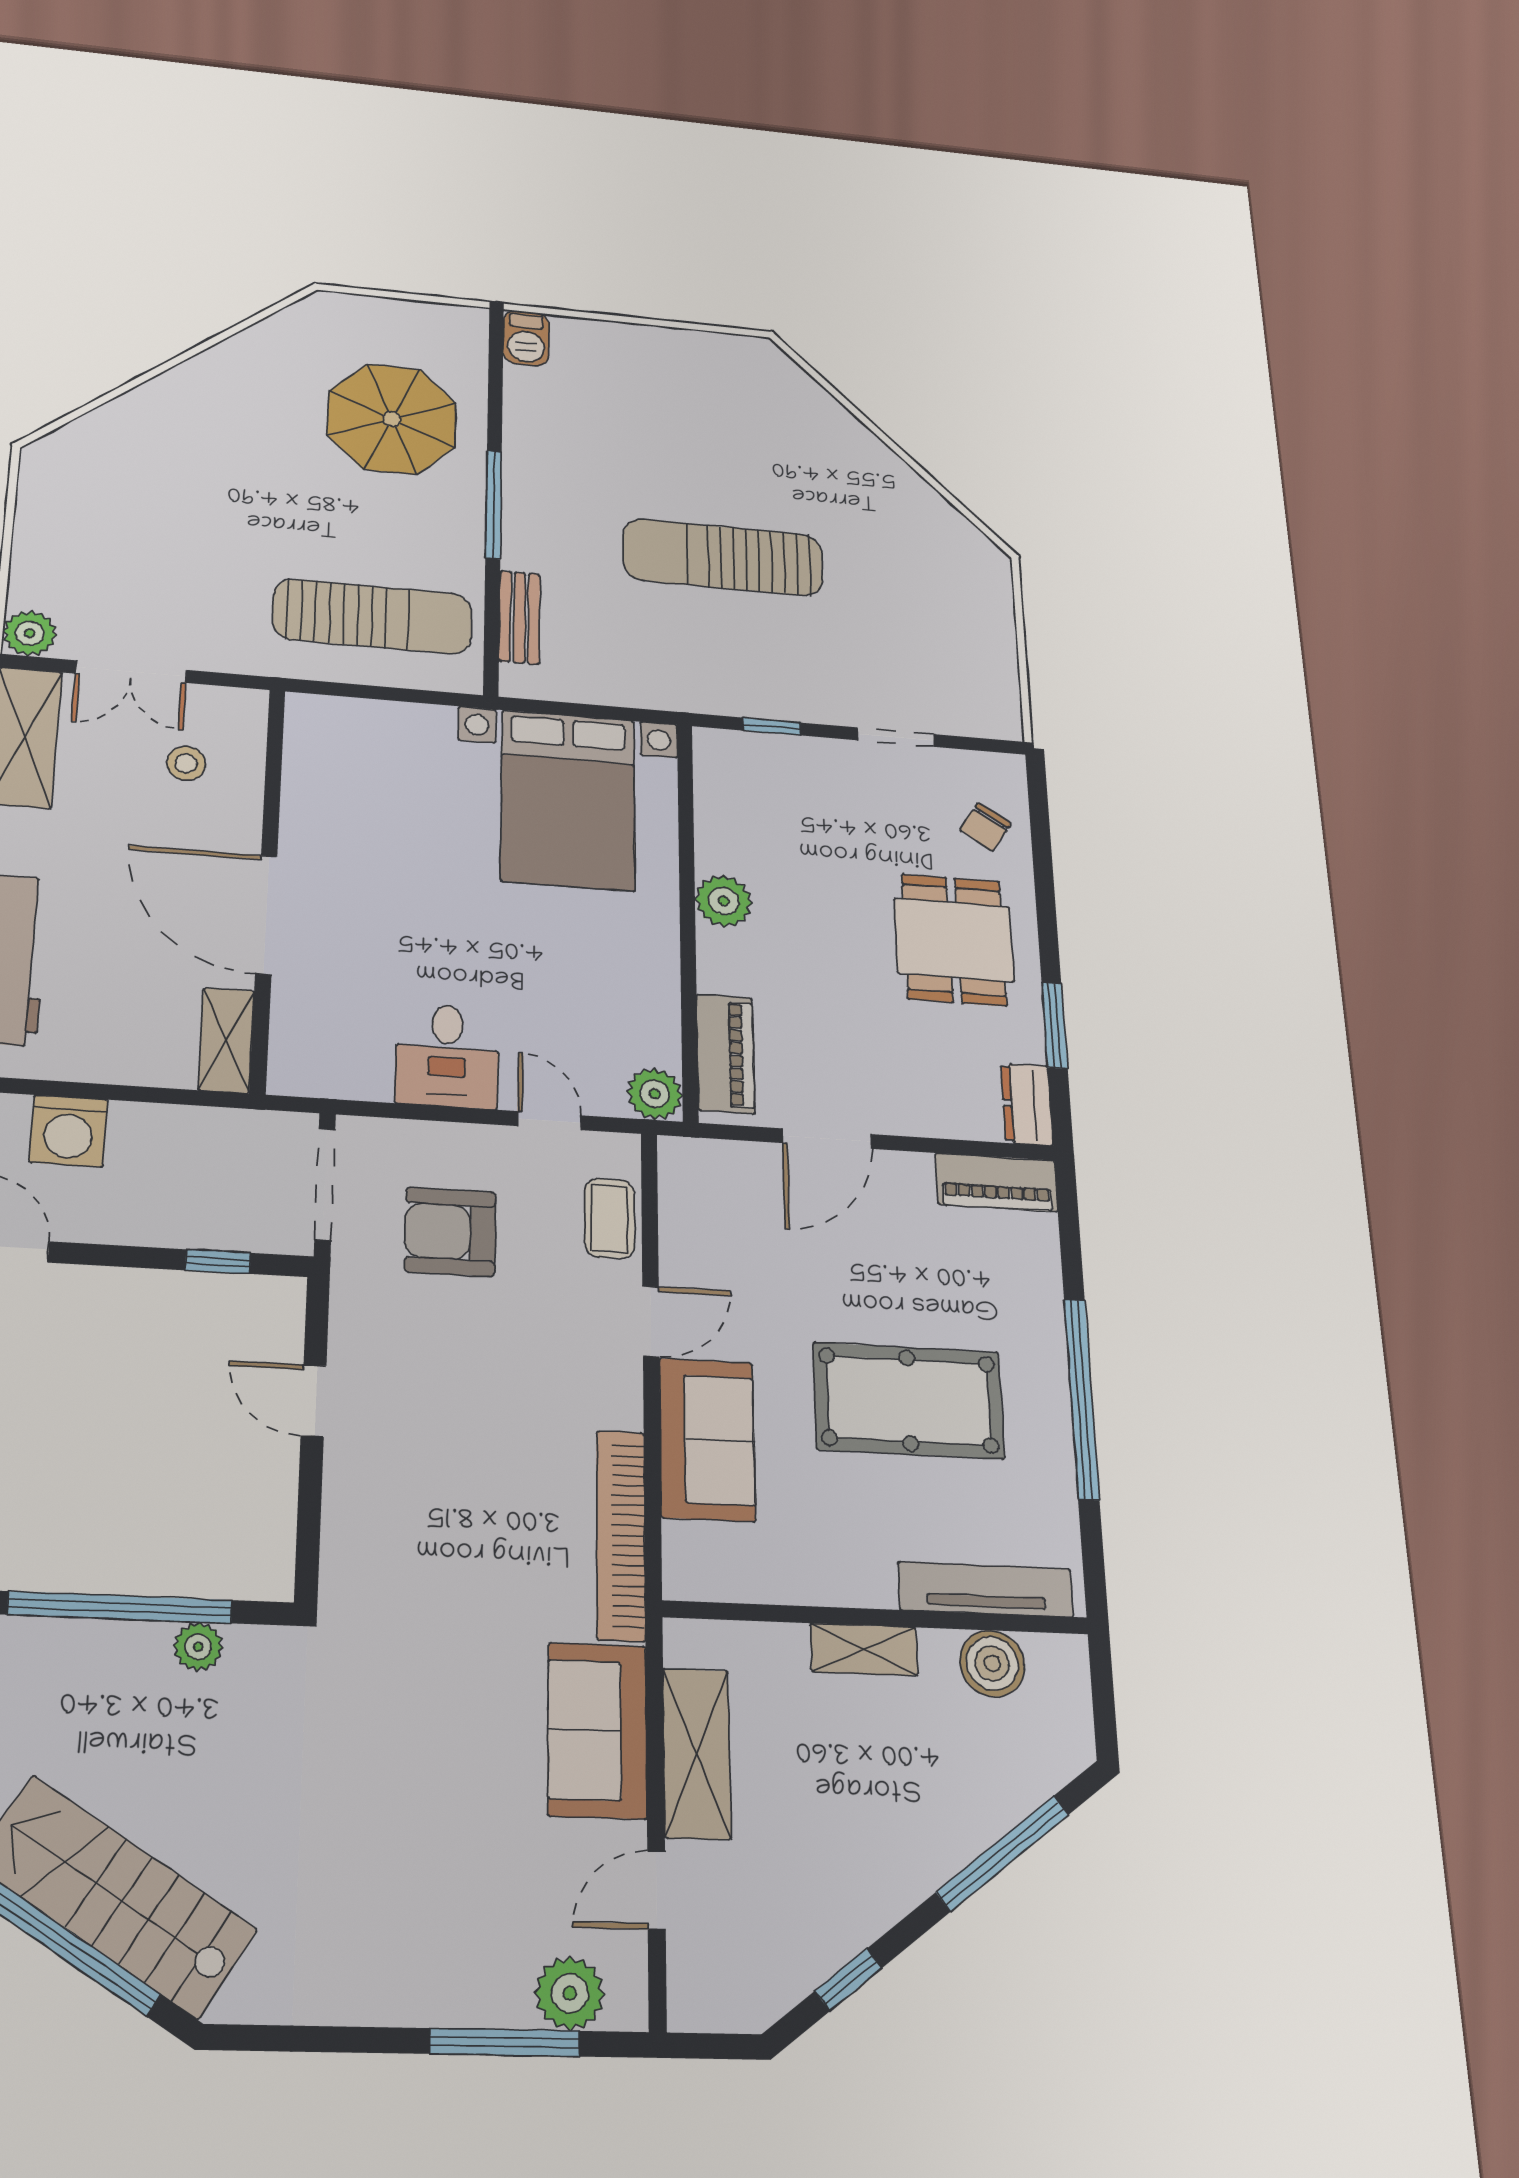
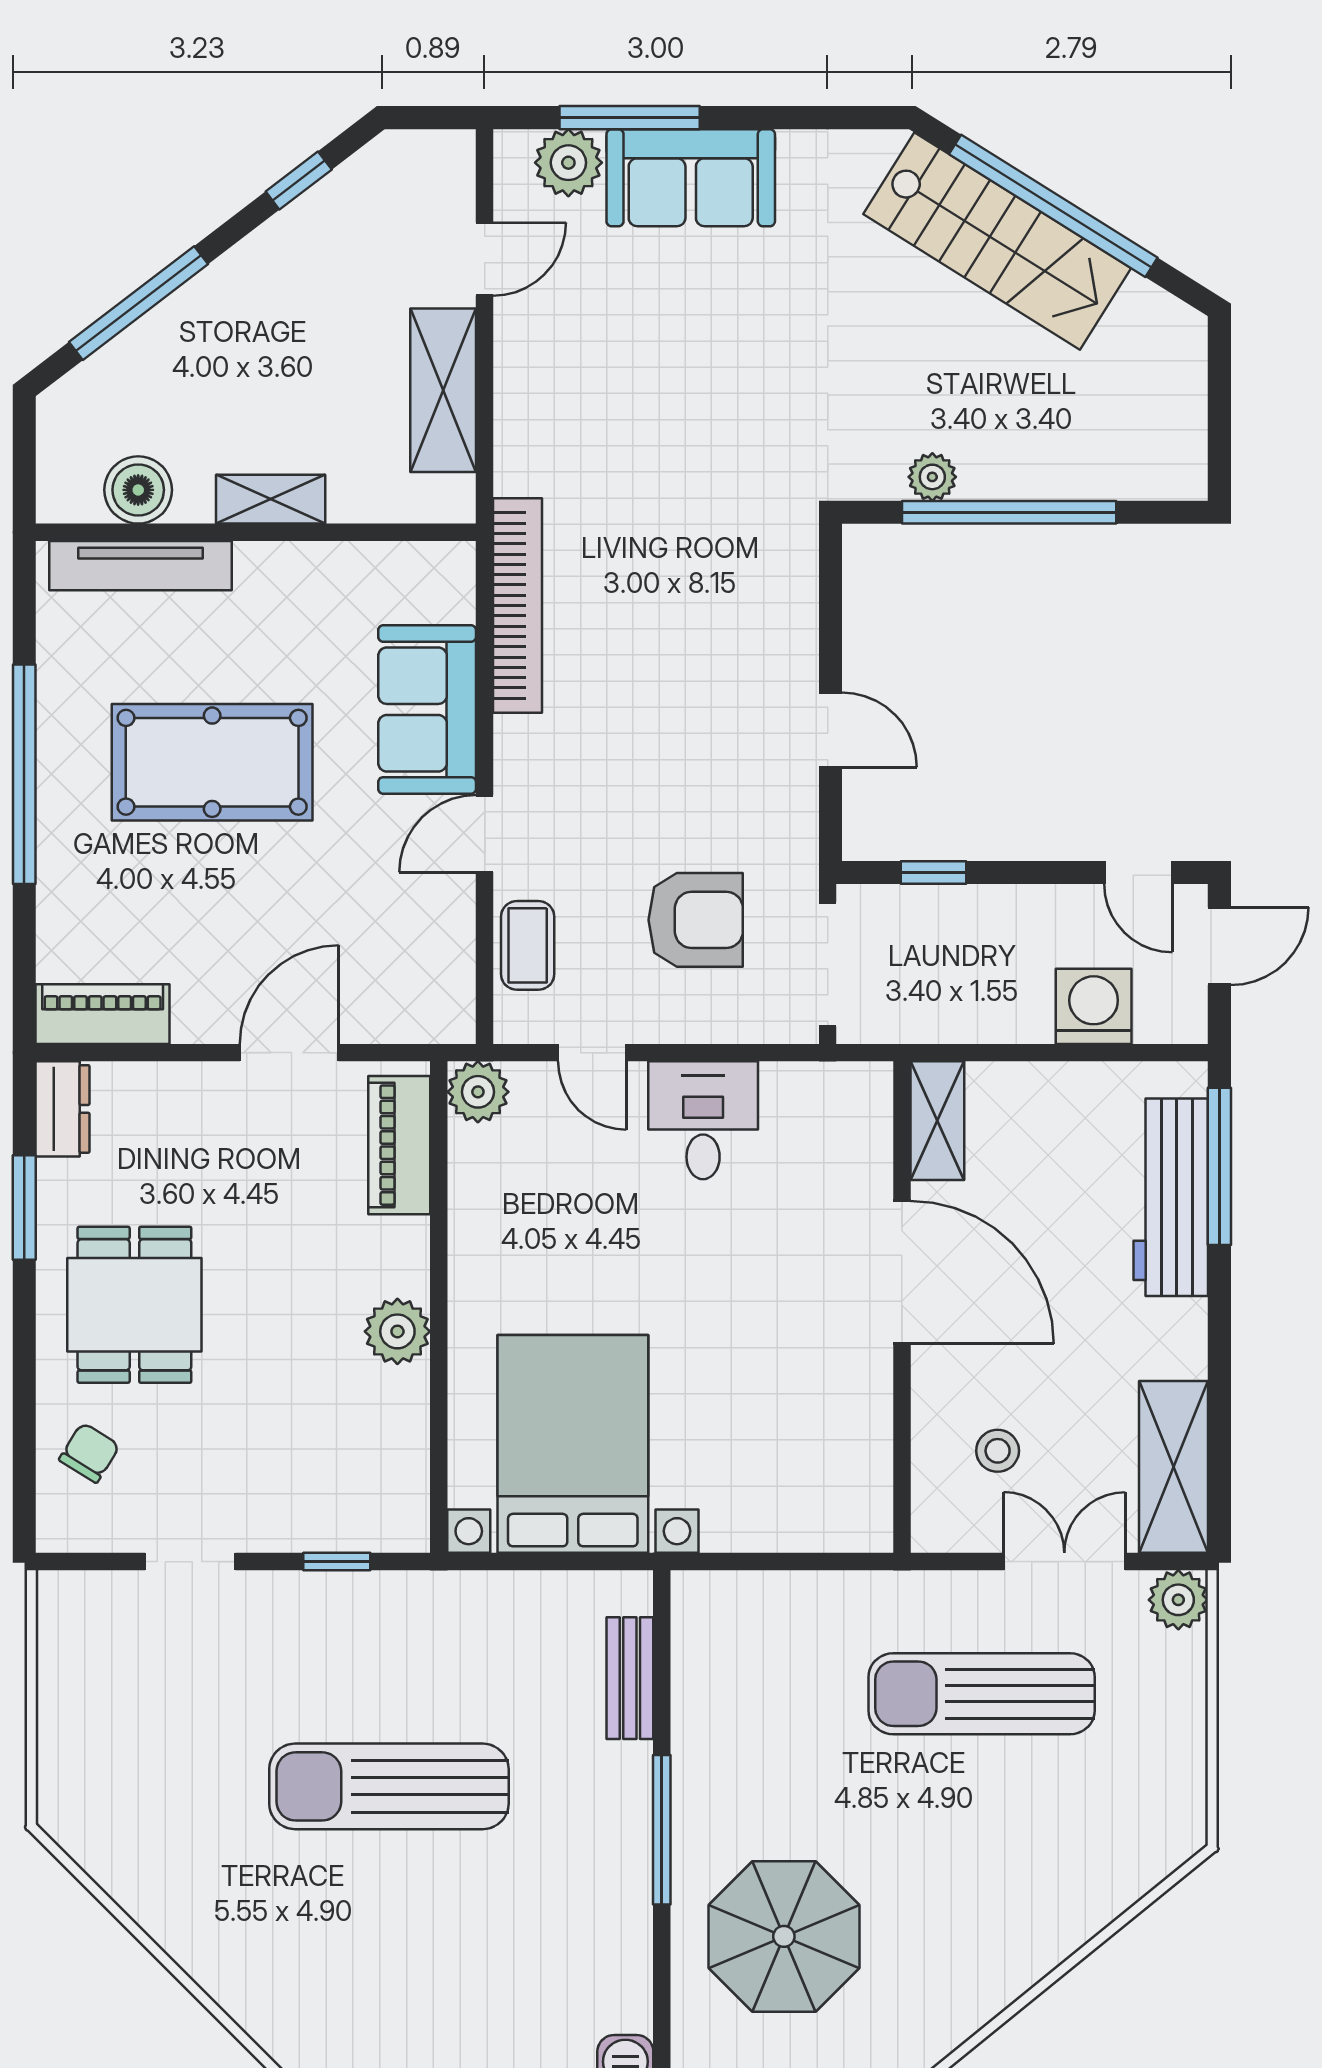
sun lounger: (723, 557) -> (389, 1786), turned 180
sun lounger: (373, 616) -> (982, 1694), moved
sofa: (597, 1730) -> (691, 178), moved, turned 90

